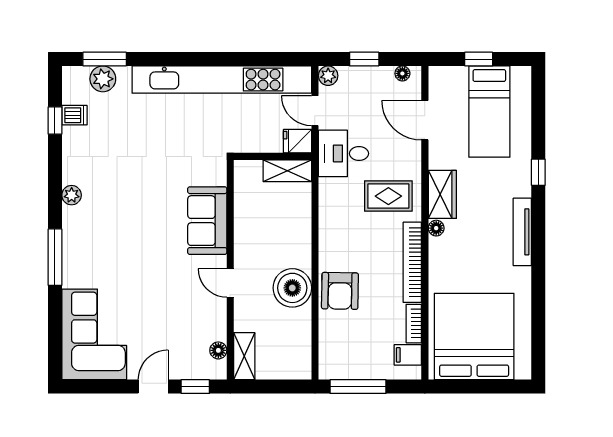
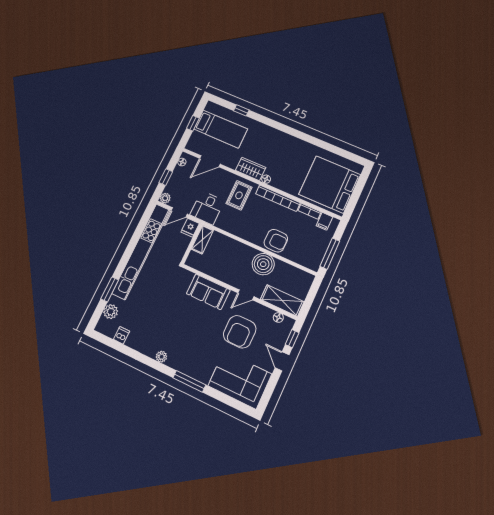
window: (105, 59) -> (110, 289), moved
window: (55, 121) -> (119, 347), removed
window: (538, 172) -> (241, 110), moved
tv unit: (522, 232) -> (287, 139), removed
armchair: (168, 300) -> (240, 332), added
shelving: (244, 356) -> (282, 301), width x1.50, depth x1.33

